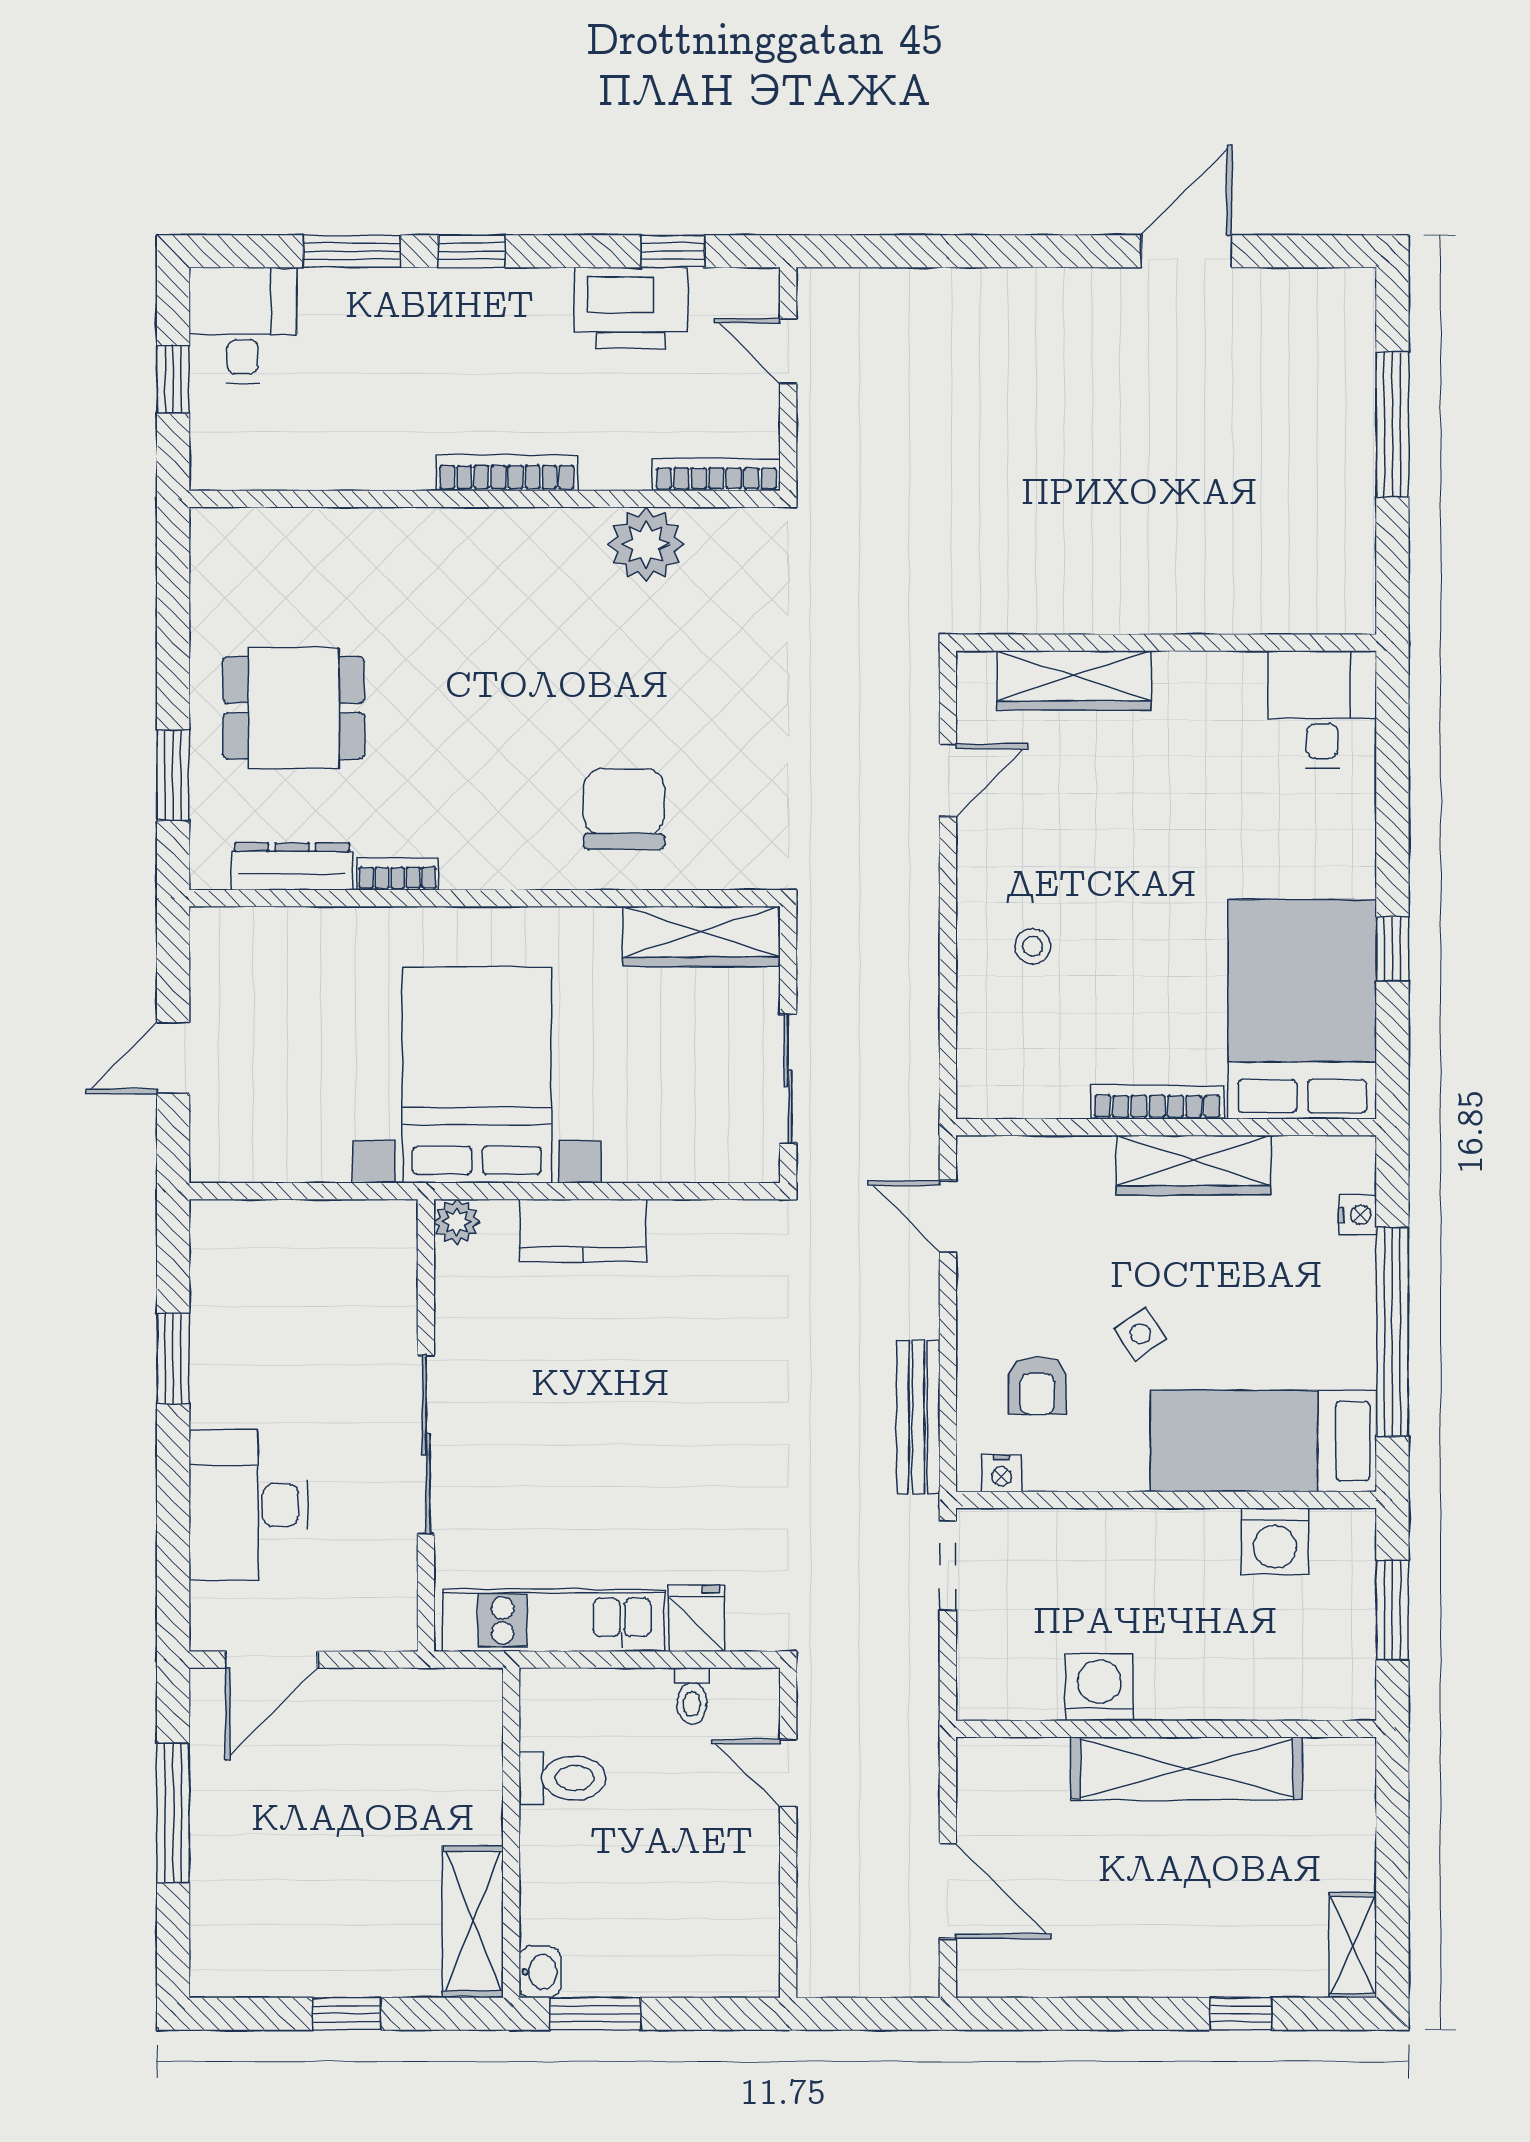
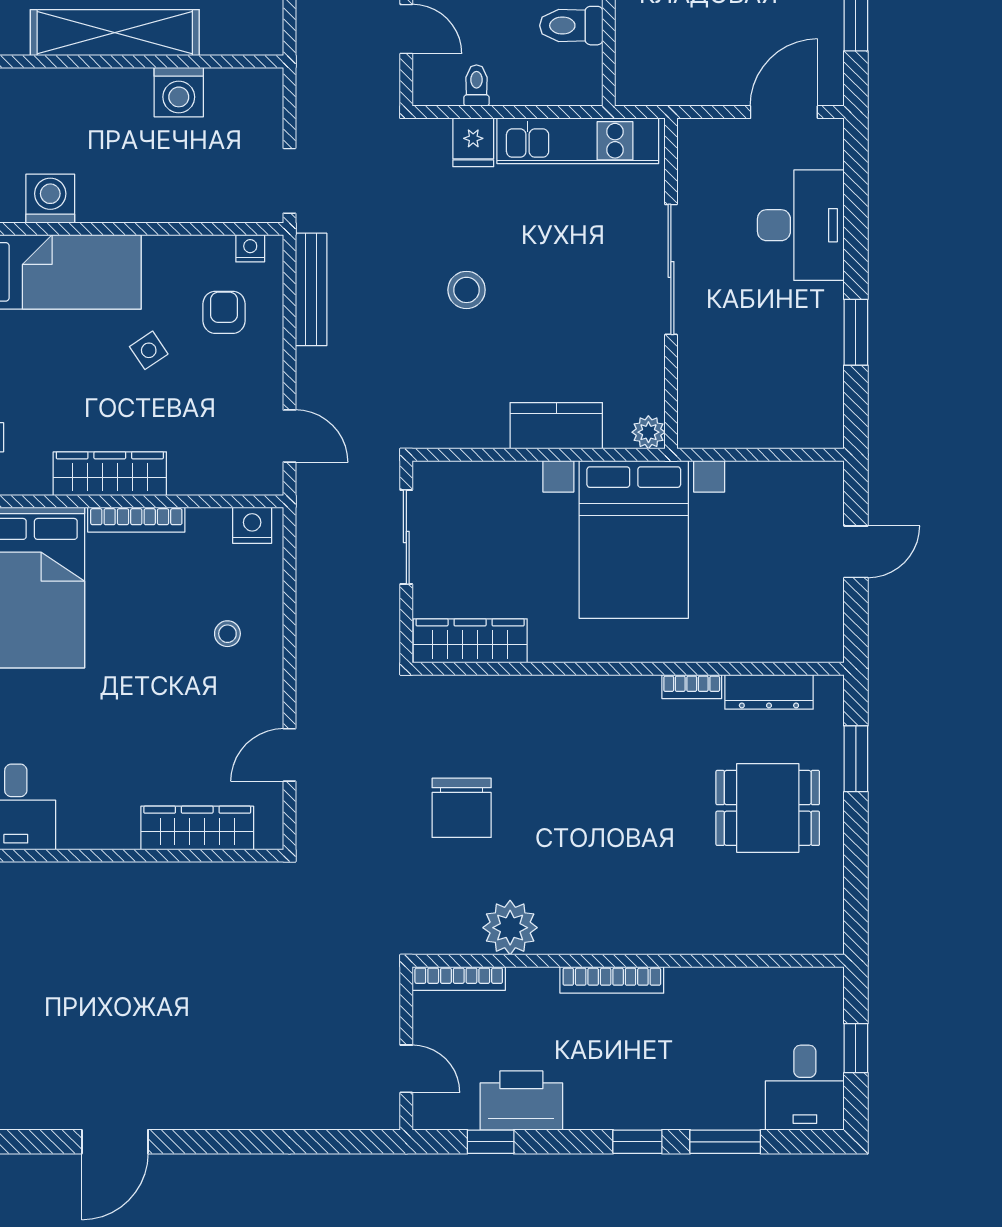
chair: (624, 809) -> (462, 808), moved
nightstand: (999, 1095) -> (252, 525), added
stool: (706, 1416) -> (467, 290), added

